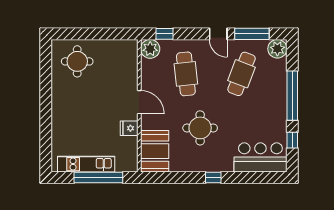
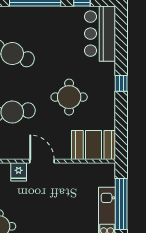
door: (139, 102) -> (42, 161), hinge flipped
fridge: (129, 128) -> (19, 172), moved

